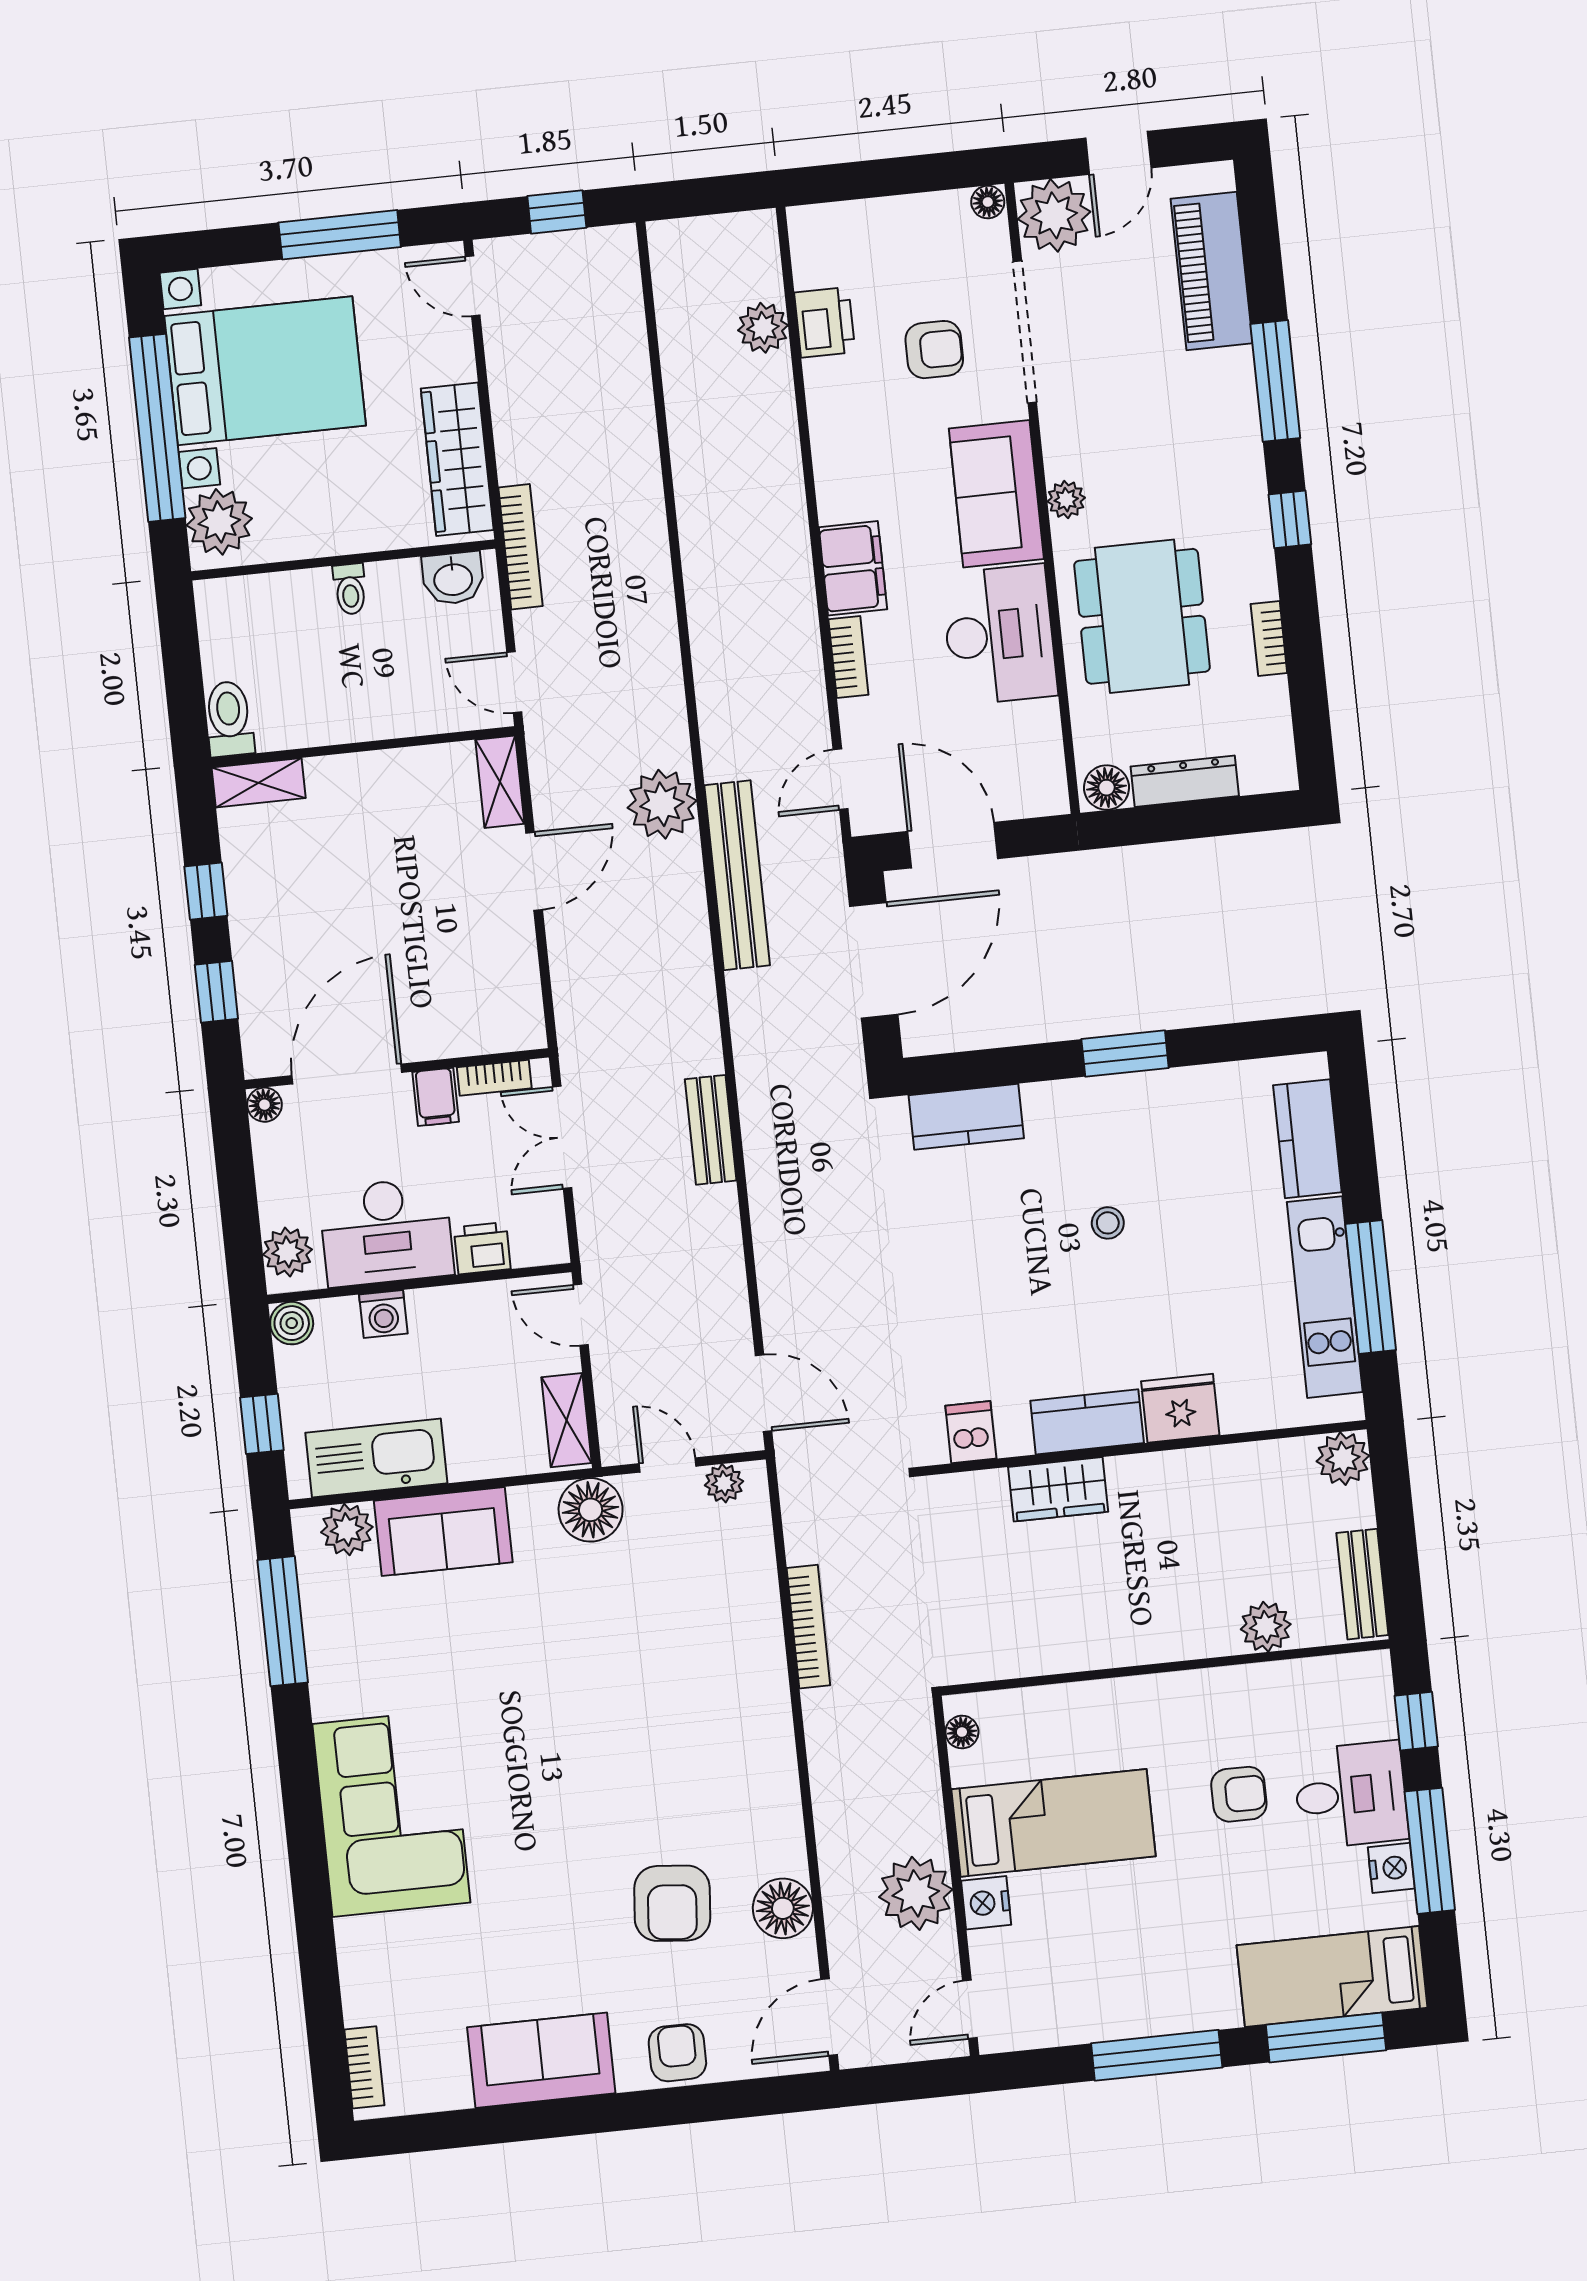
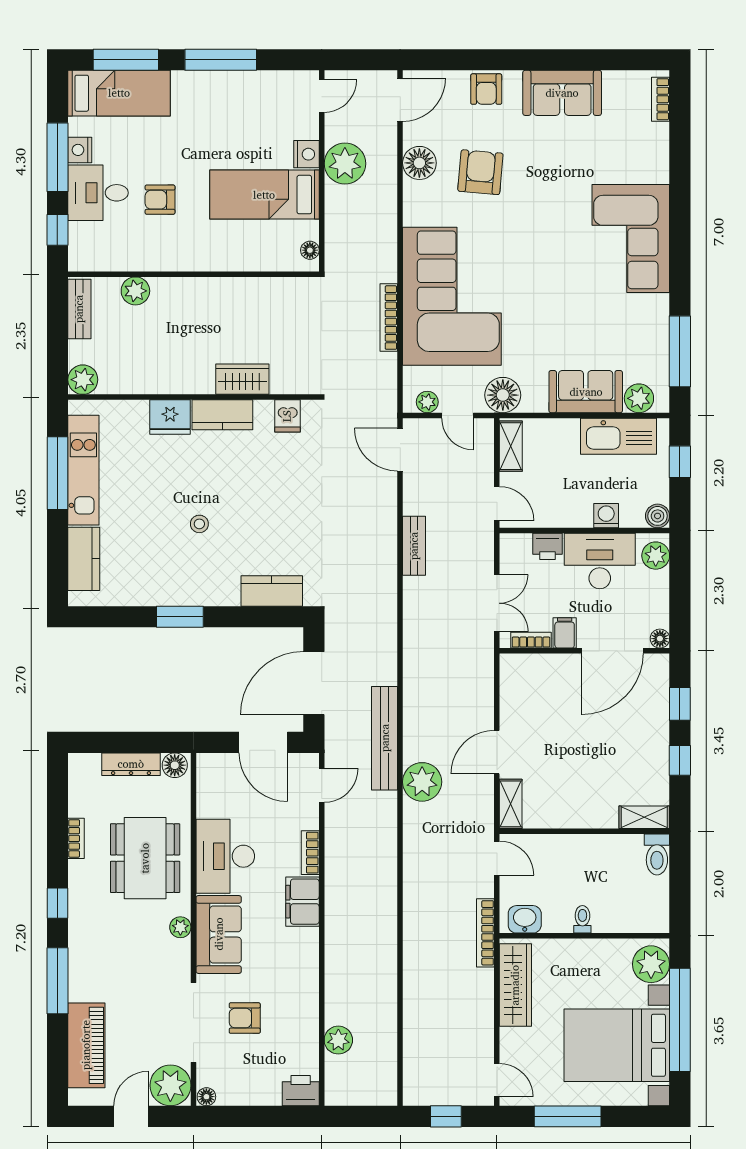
printer: (825, 322) -> (301, 1091), moved, turned 90
bench: (711, 1130) -> (414, 546), moved
corner sofa: (700, 1676) -> (452, 296), added

